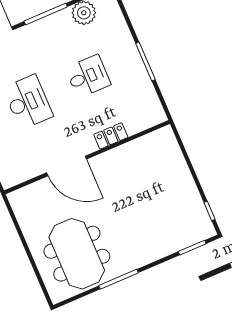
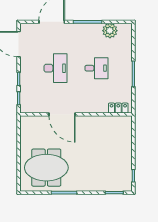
locker: (111, 136) -> (118, 108), moved
meeting table: (77, 254) -> (46, 168), turned 90

